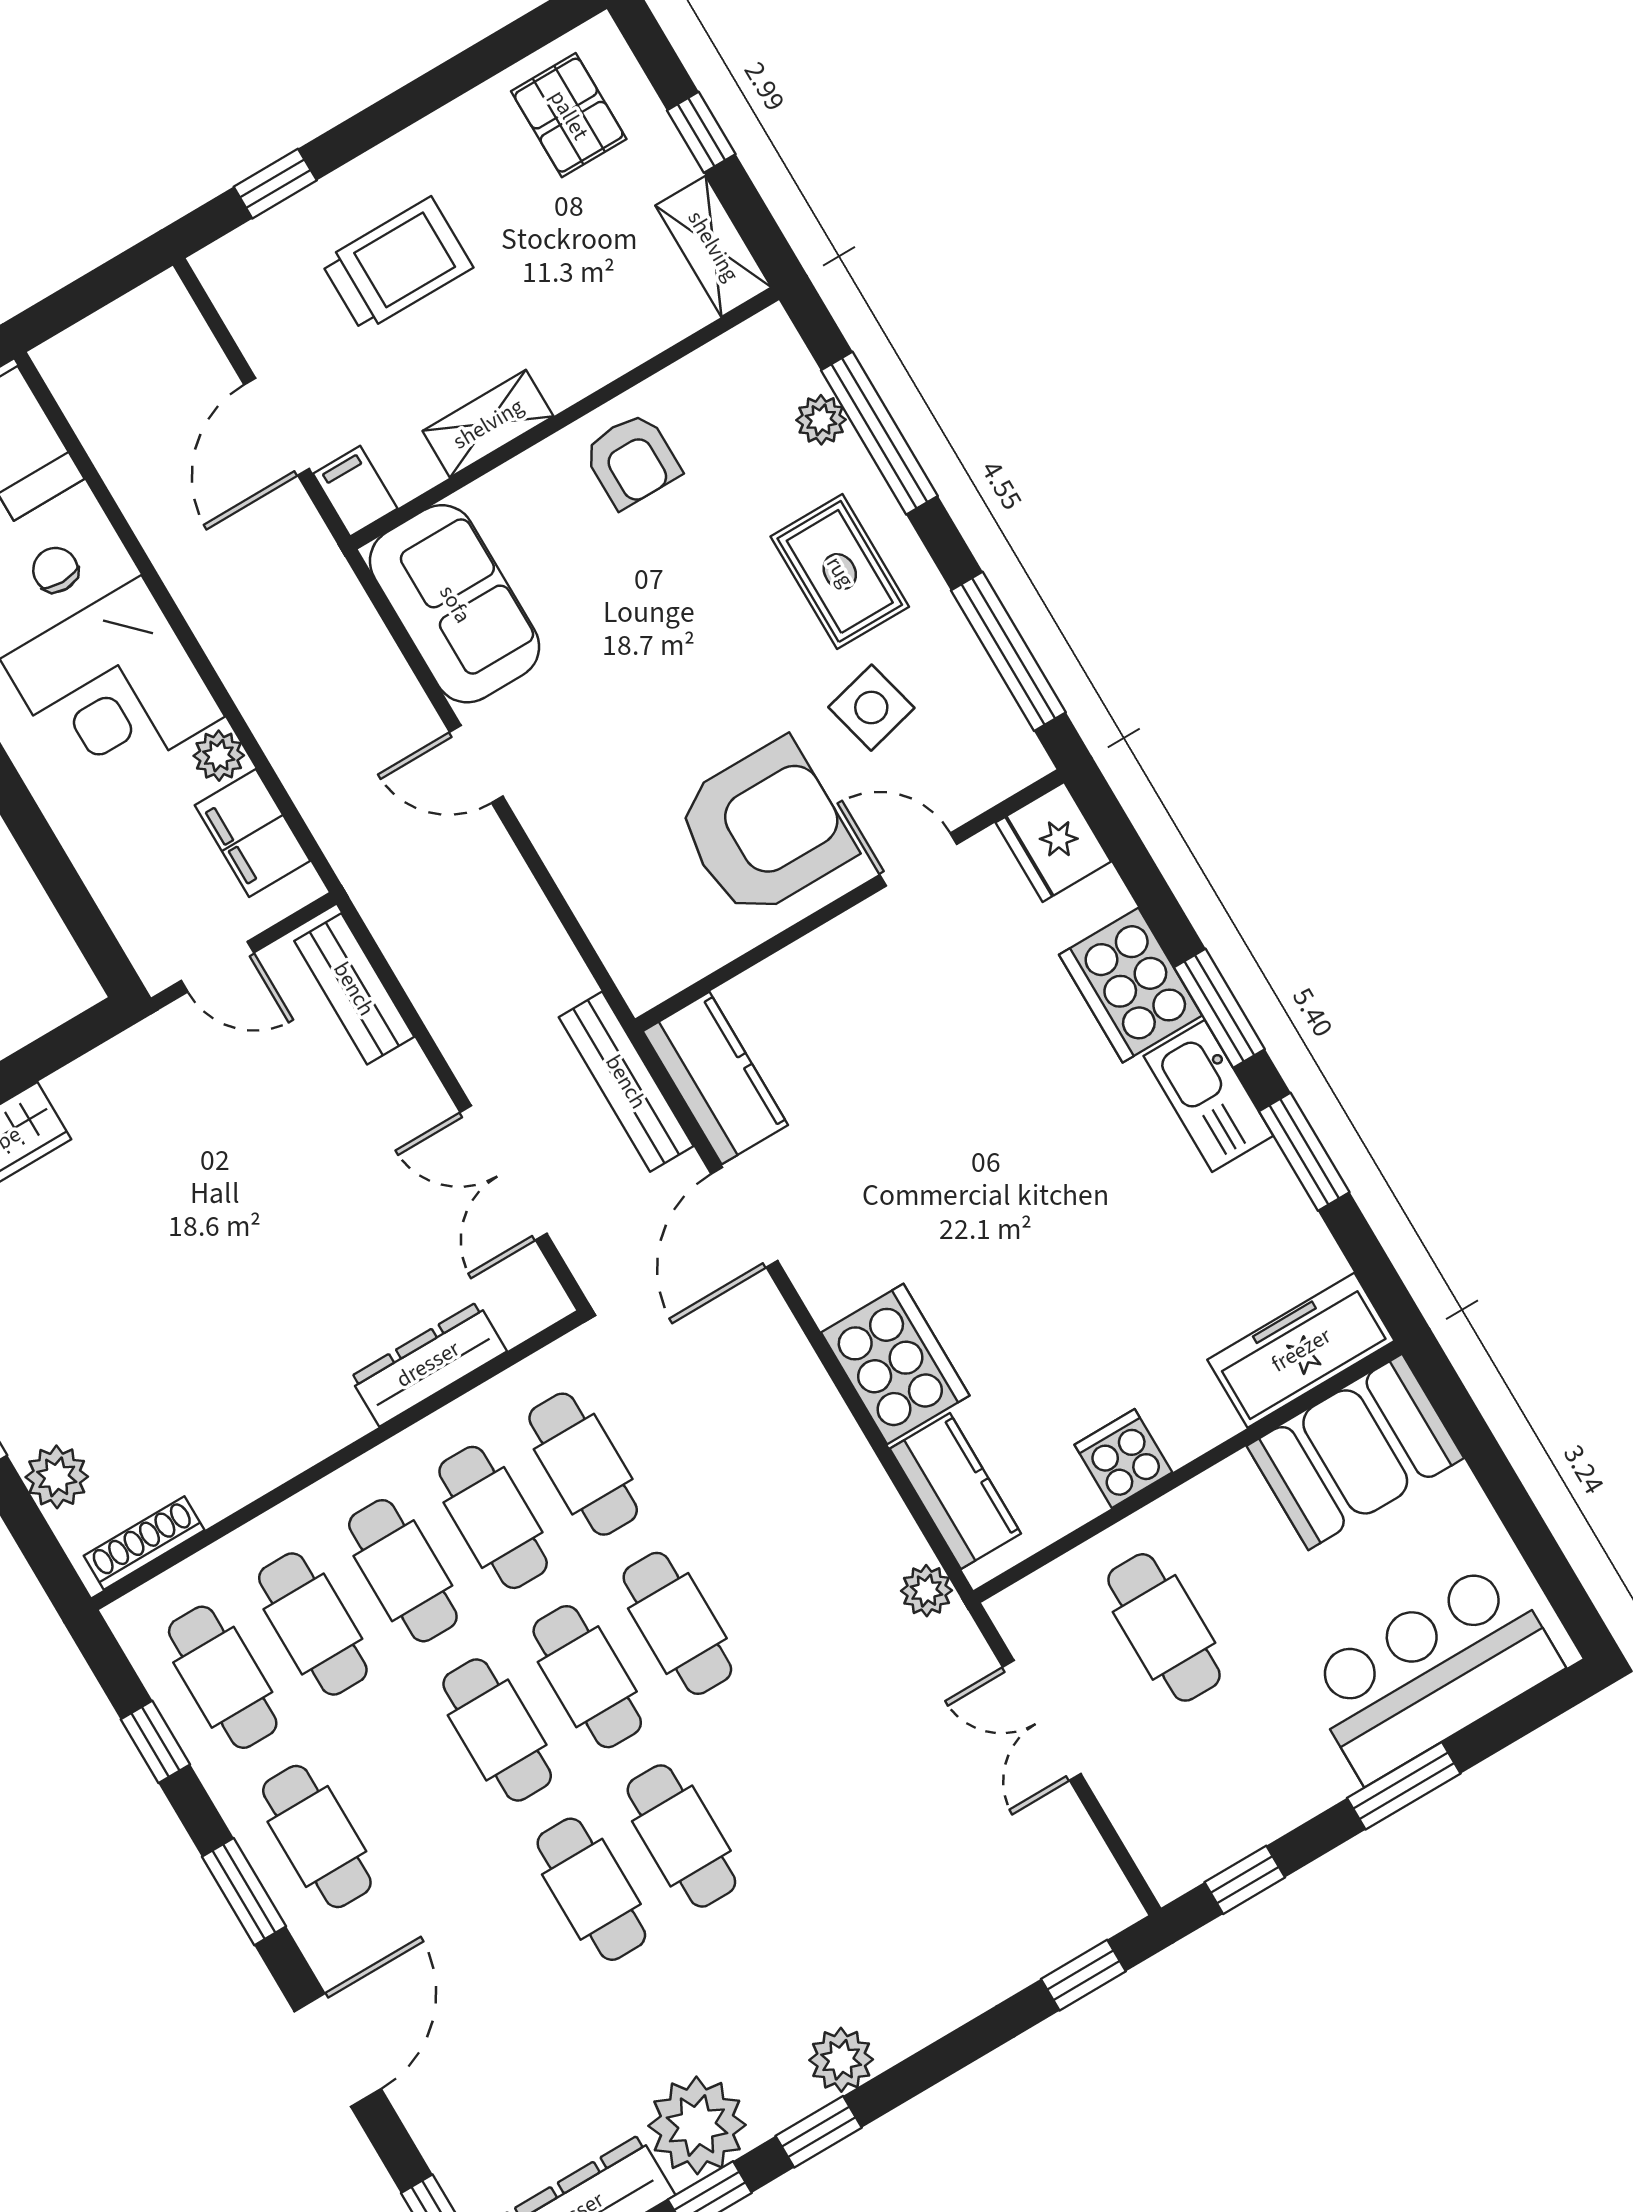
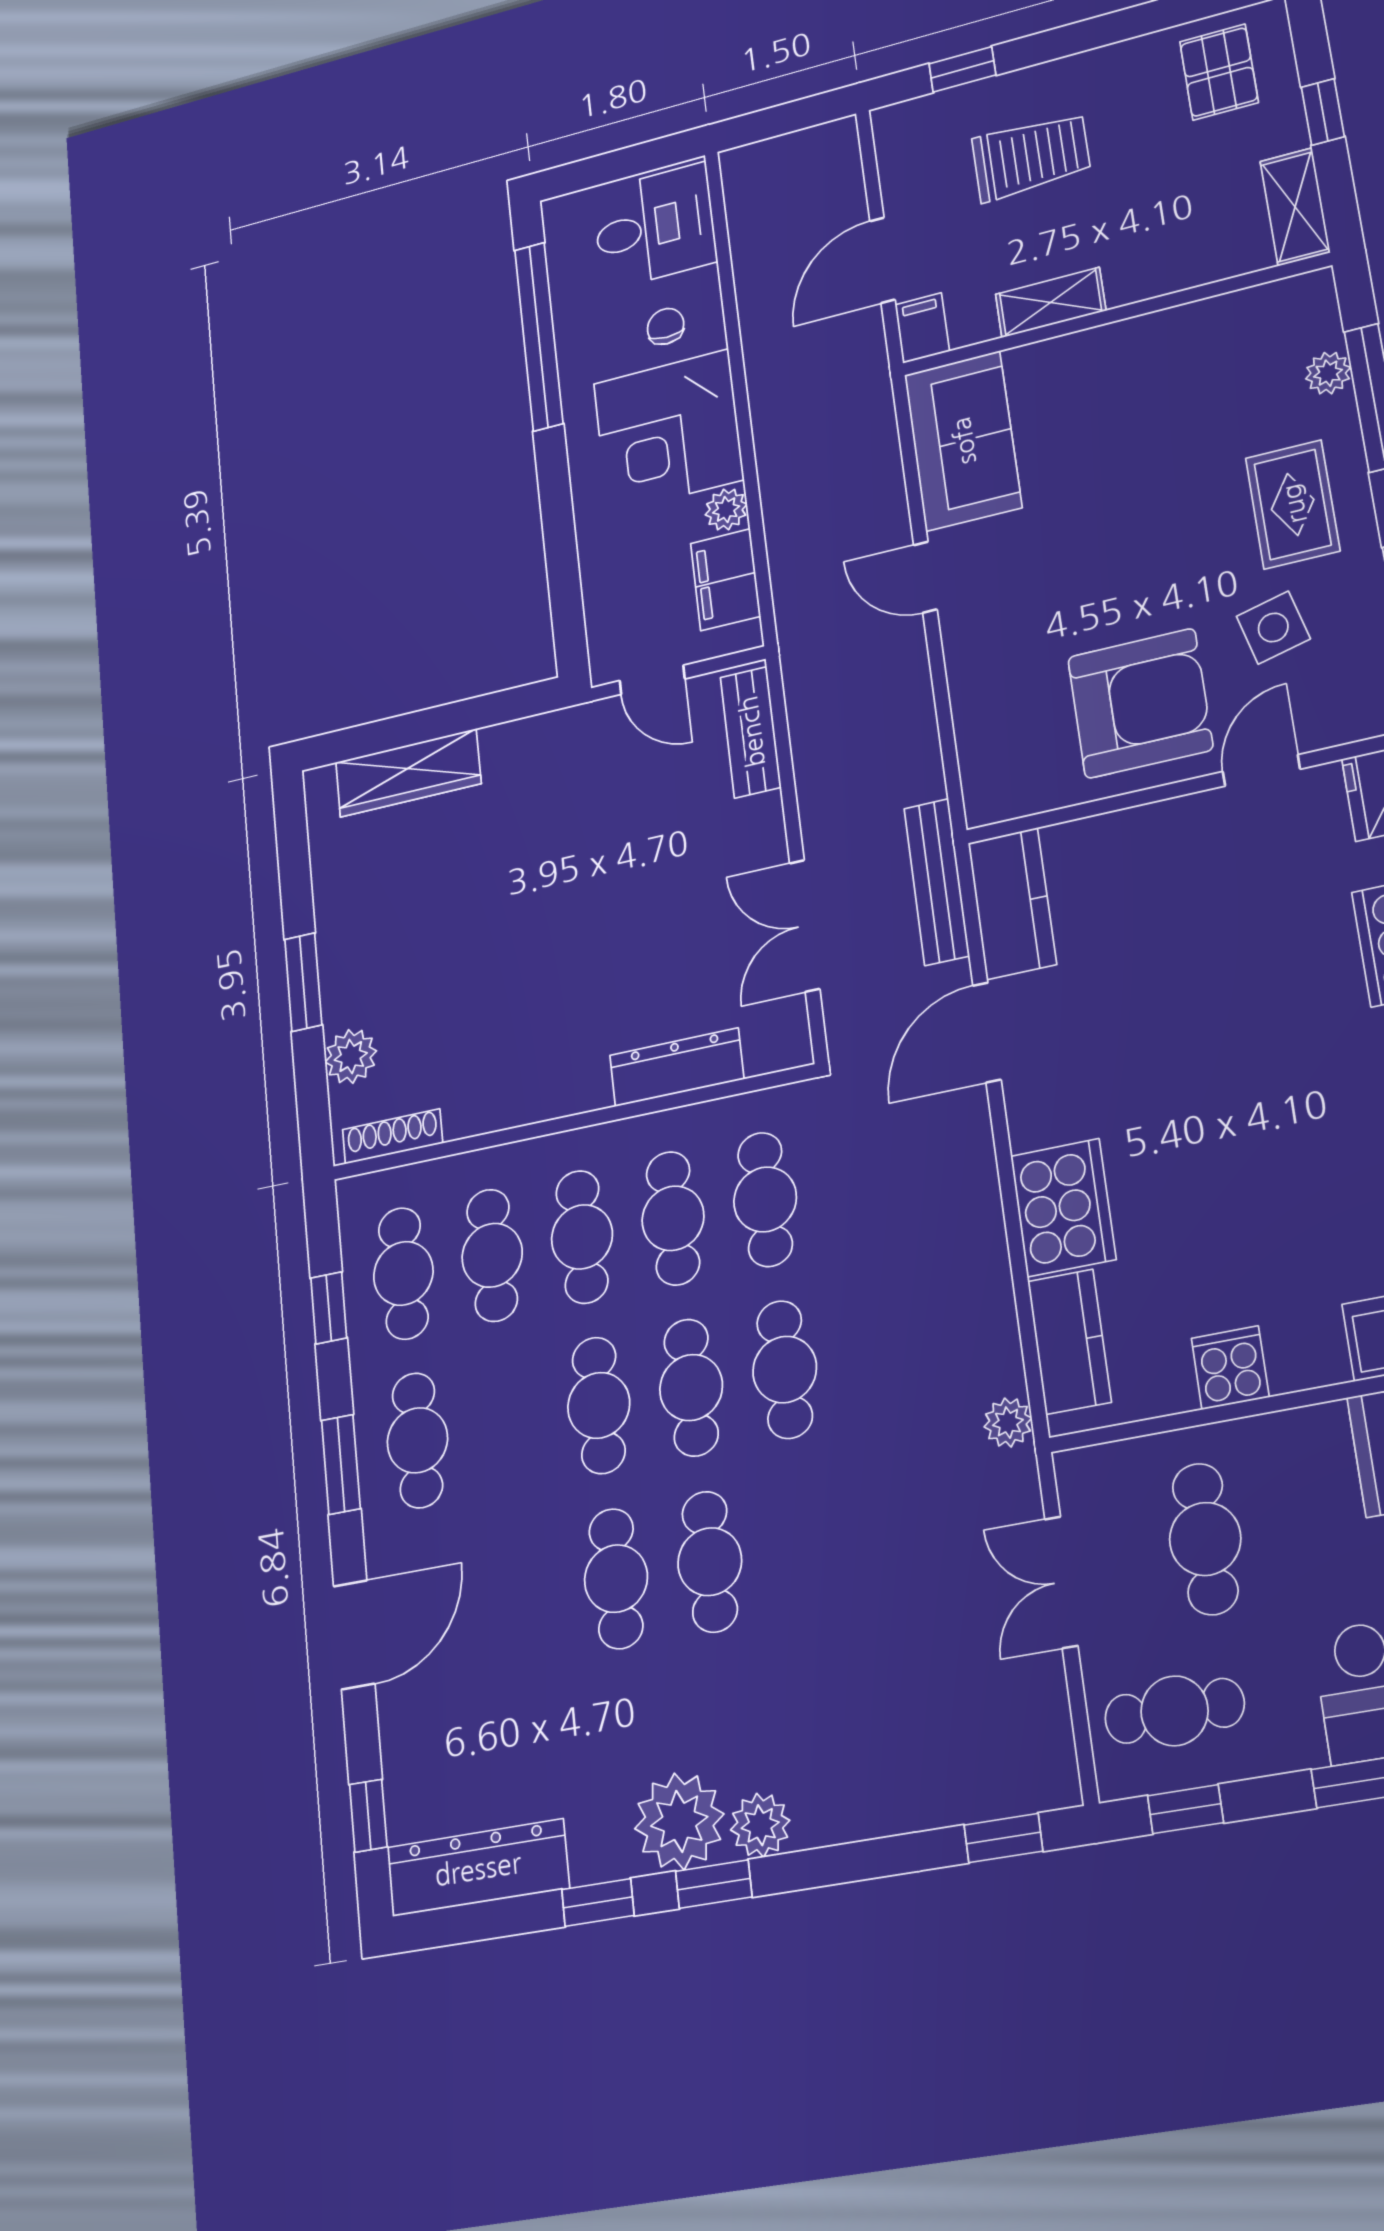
armchair: (632, 460) -> (1156, 364), removed
door: (918, 860) -> (1261, 770), hinge flipped
cafe table: (1199, 1796) -> (1175, 1711), added
plant: (697, 2125) -> (679, 1821), moved

